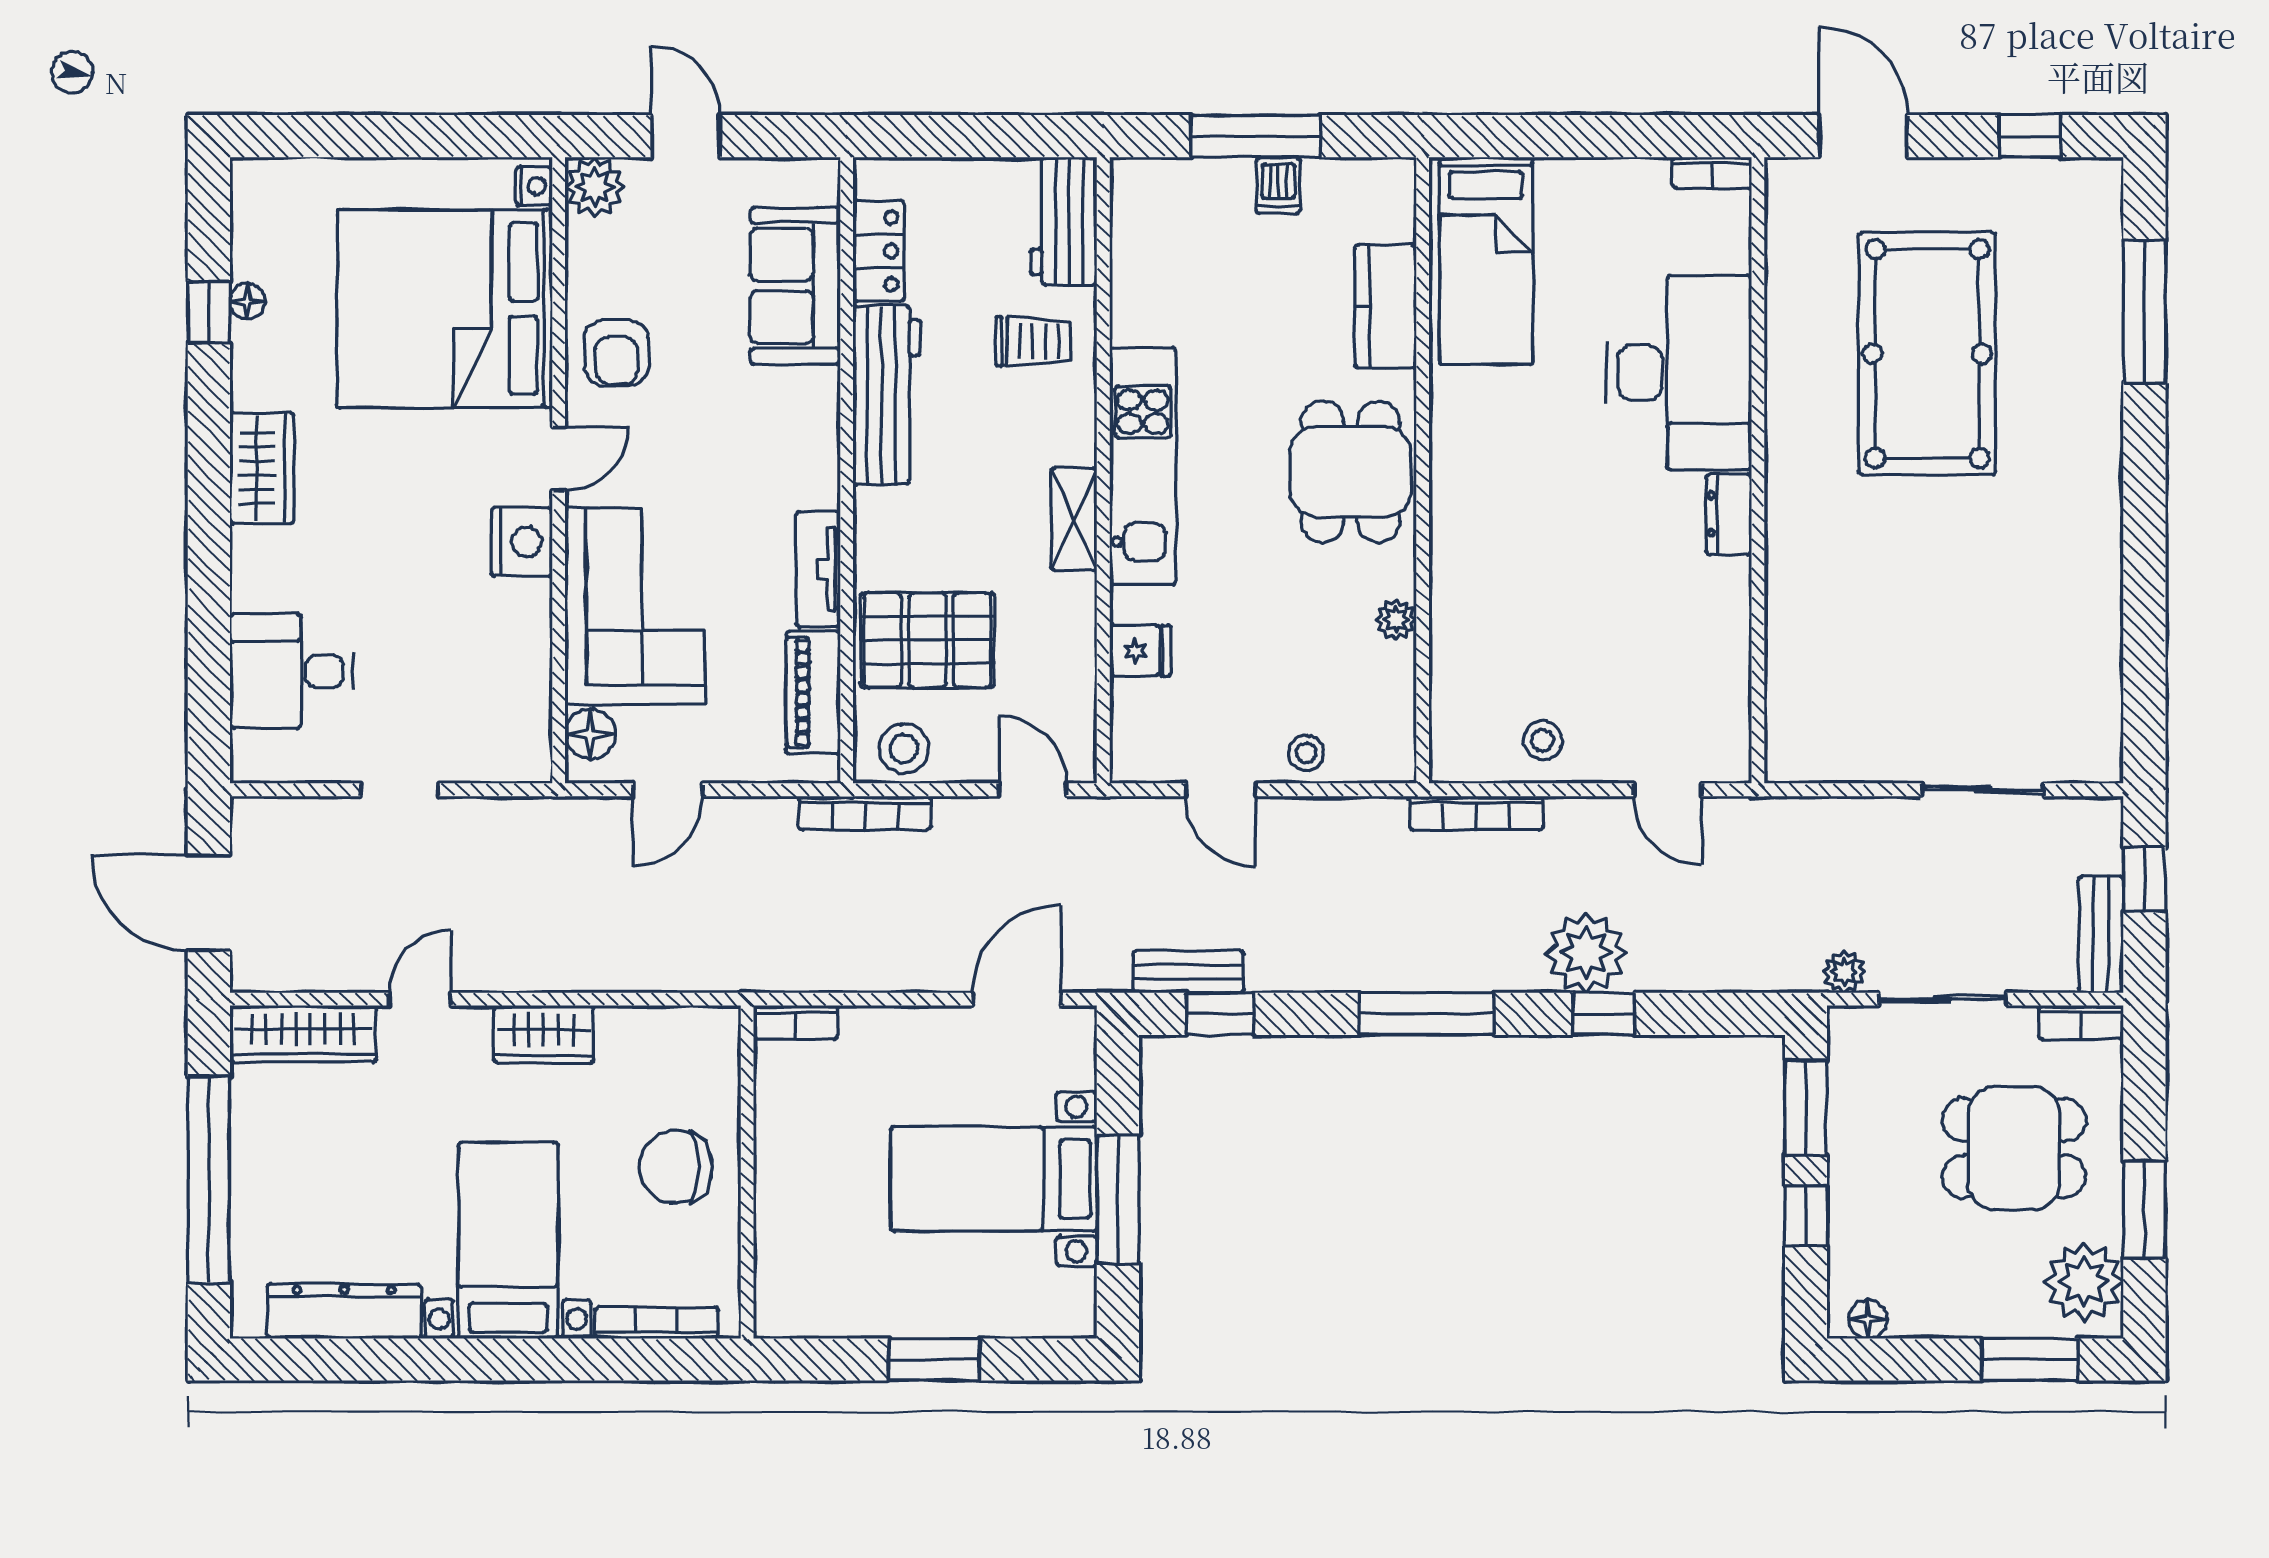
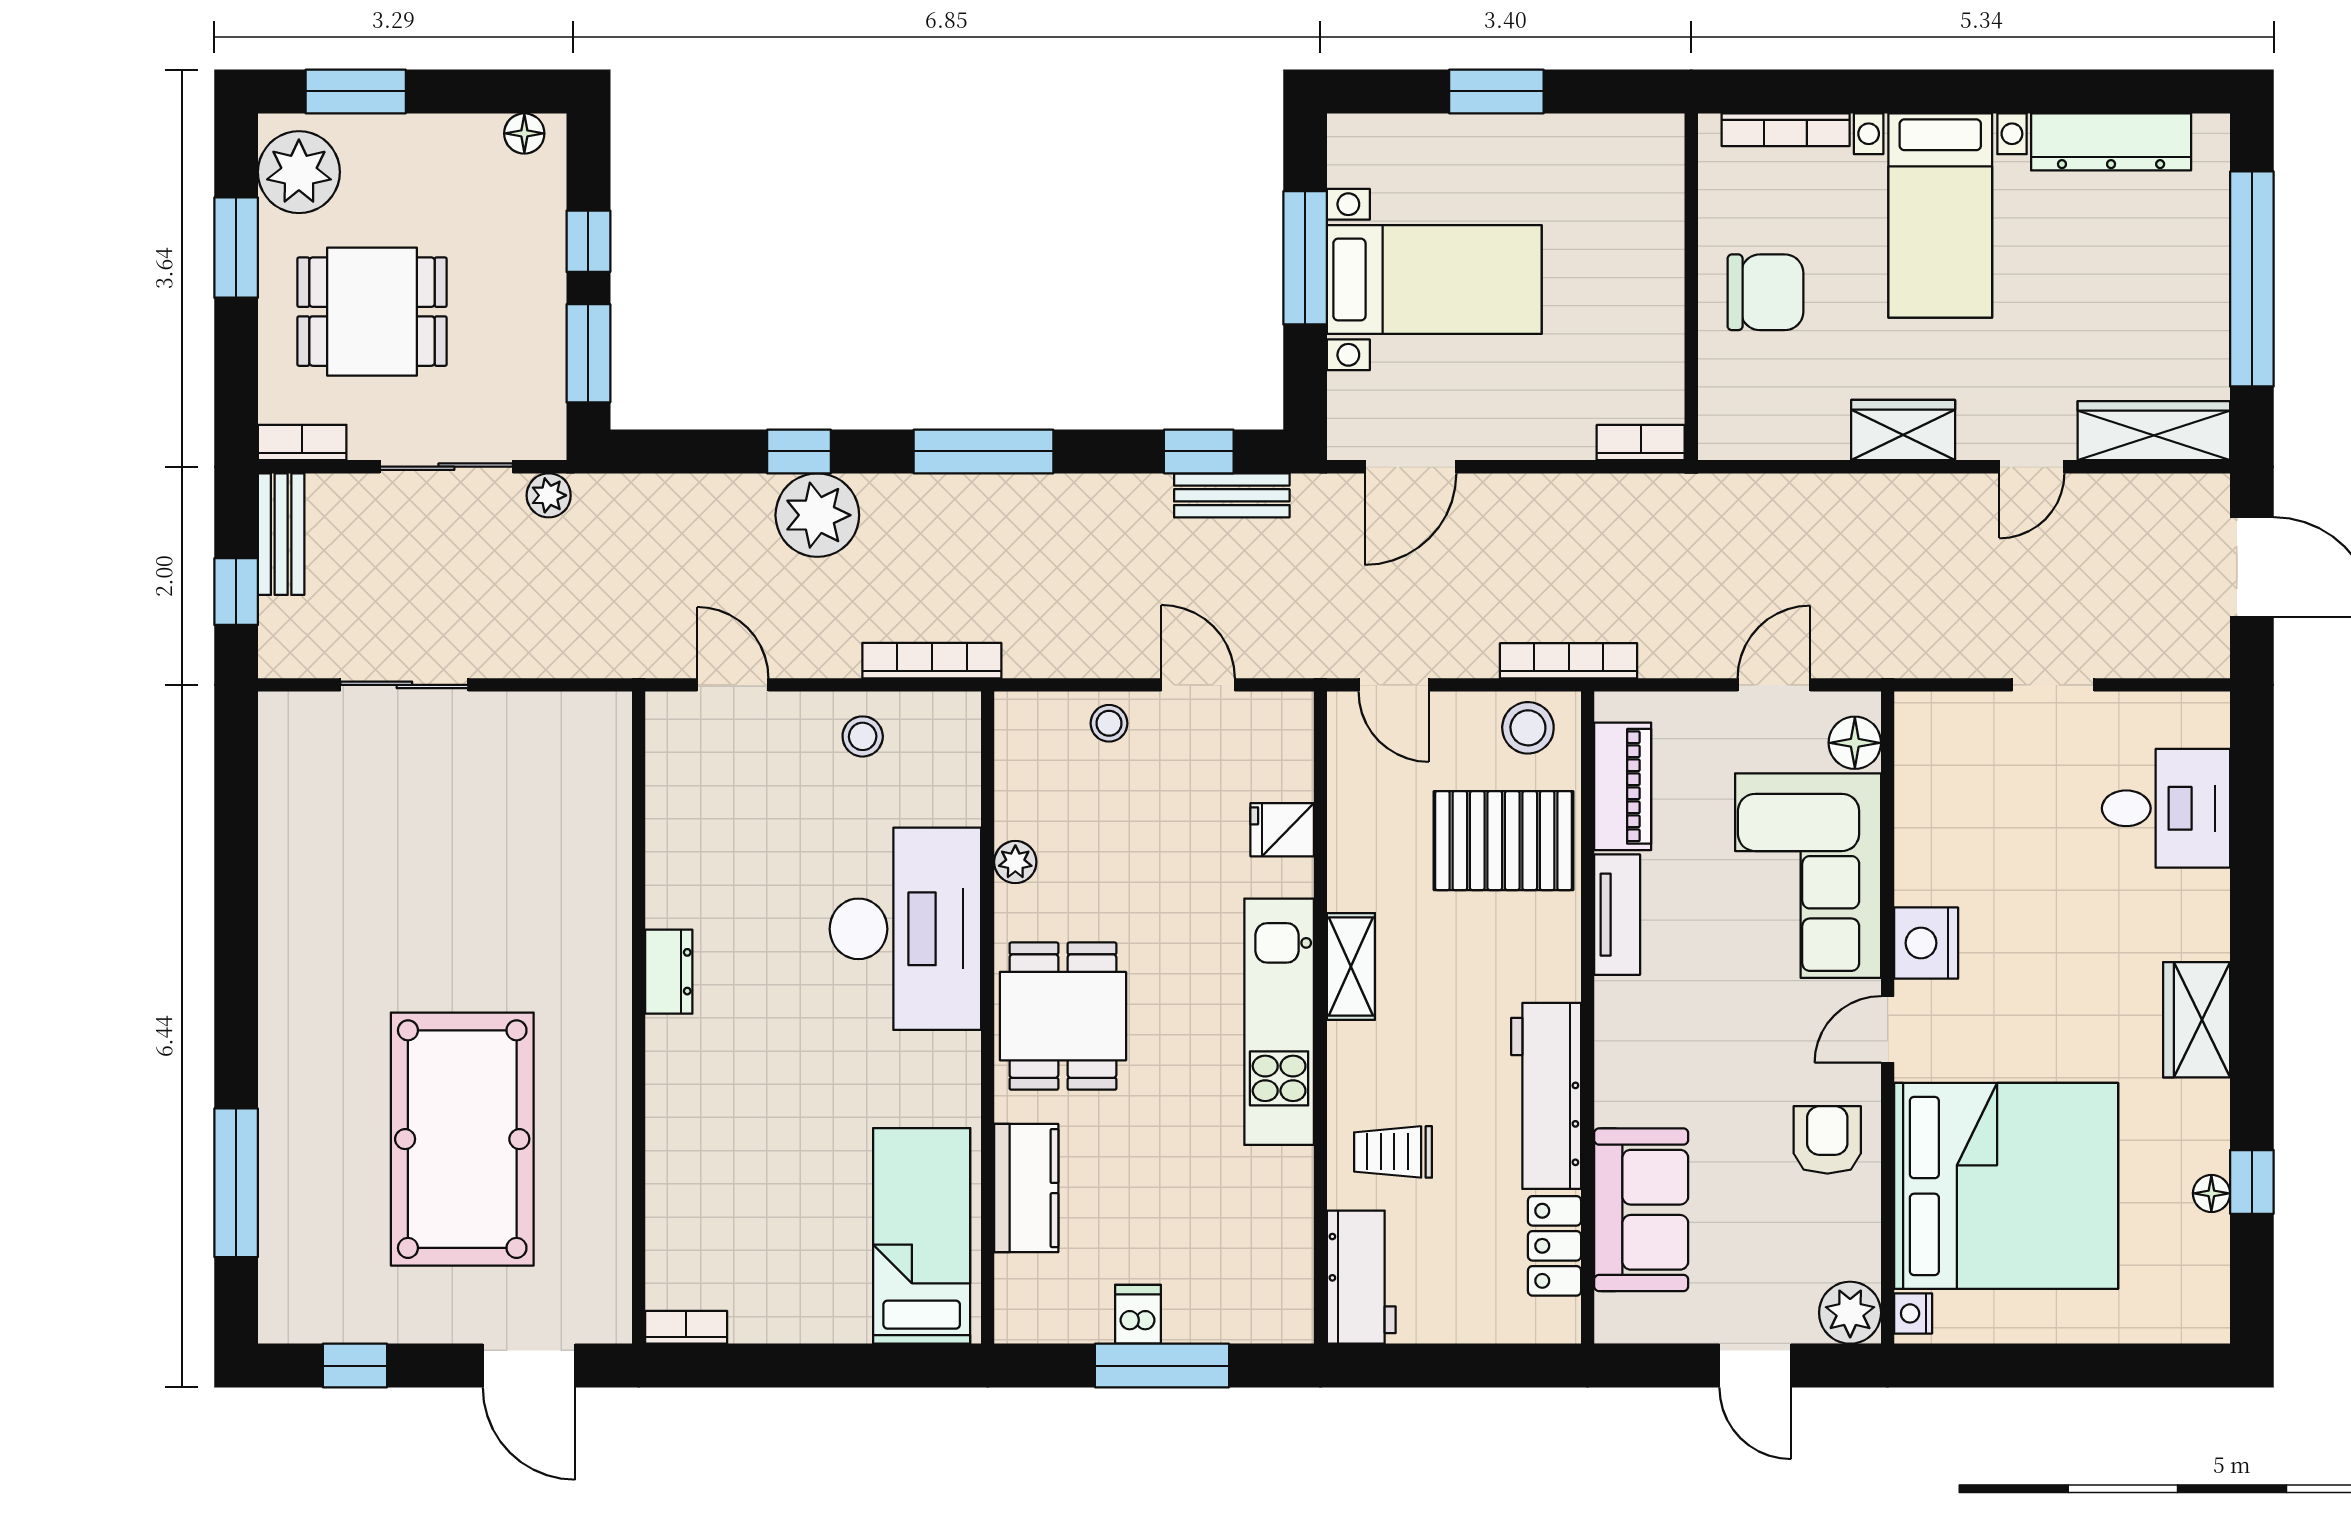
desk: (1679, 373) -> (905, 929), moved, turned 180

